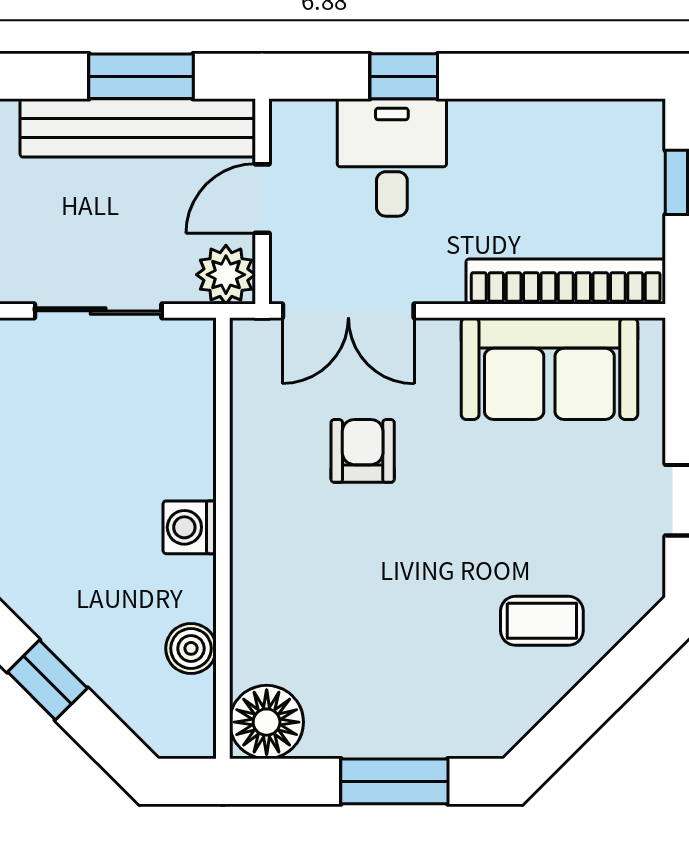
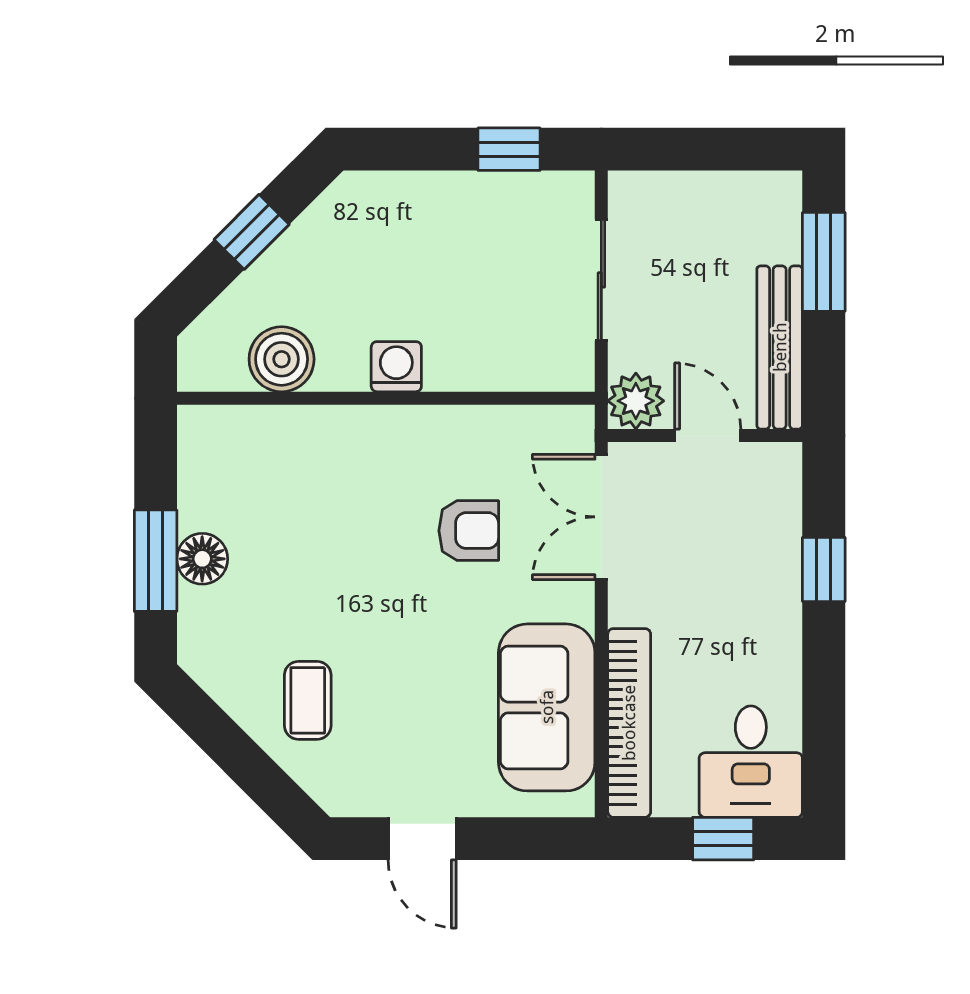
window: (141, 76) -> (824, 262), moved
bench: (138, 128) -> (780, 347), width x0.73, depth x0.82
desk: (392, 157) -> (751, 762), moved, turned 90
boiler: (191, 648) -> (282, 359), width x1.36, depth x1.36
floor lamp: (267, 722) -> (202, 559), moved, width x0.73, depth x0.73

